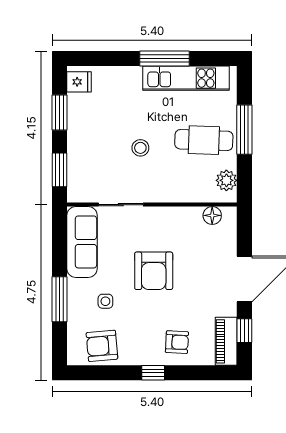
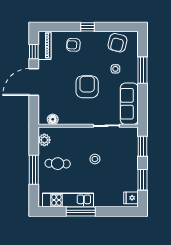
cafe table: (204, 140) -> (58, 164), width x0.73, depth x0.74
armchair: (102, 346) -> (117, 43), turned 109

